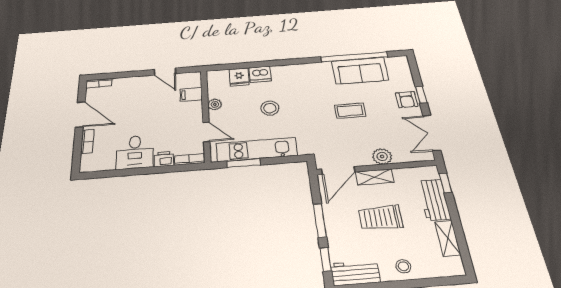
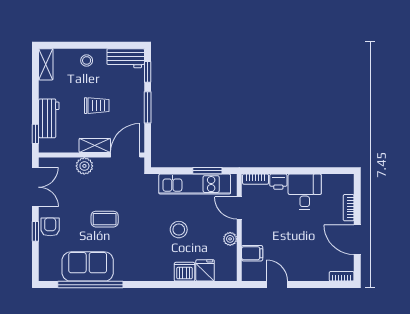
trolley: (381, 218) -> (97, 106), width x0.73, depth x0.72
shelving: (448, 238) -> (46, 64), moved

